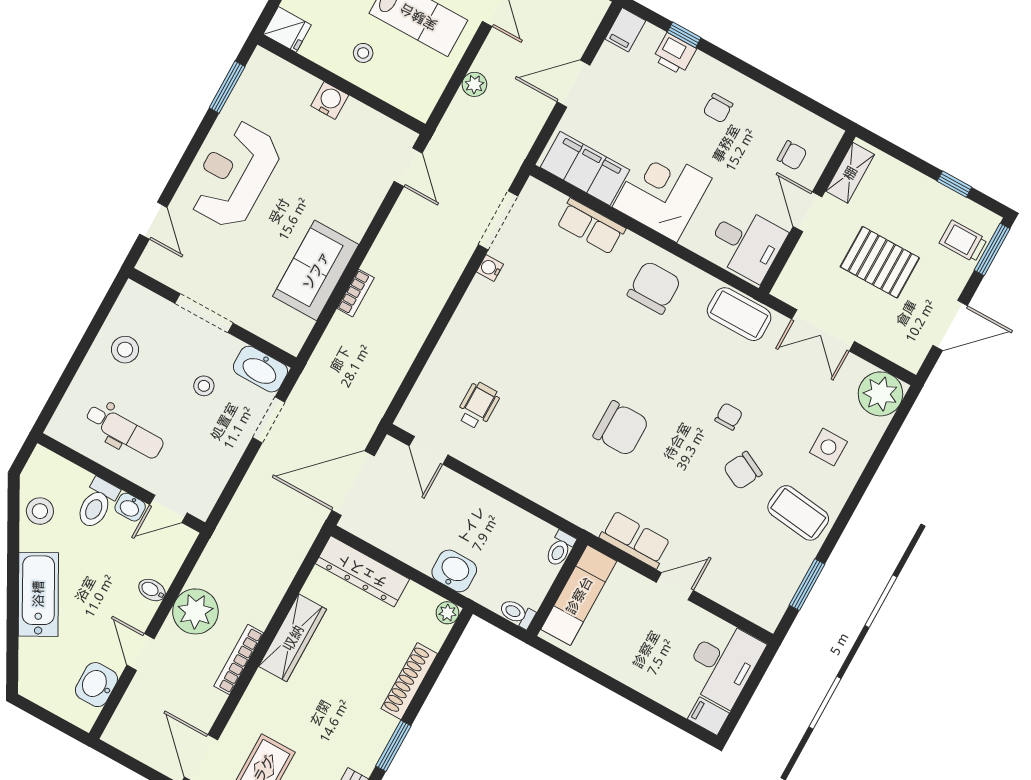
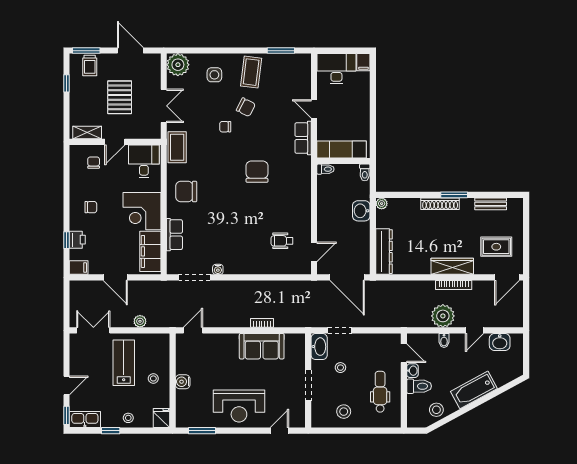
wardrobe: (293, 638) -> (452, 266), moved
shoe rack: (409, 681) -> (440, 204), moved

